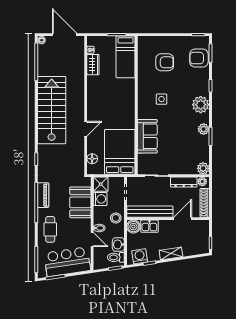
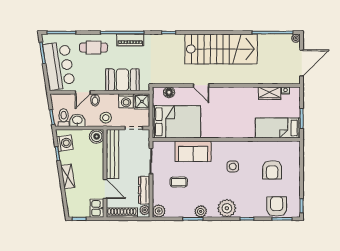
coffee table: (176, 150) -> (179, 182), added
kitchen sink: (149, 226) -> (97, 208), moved

